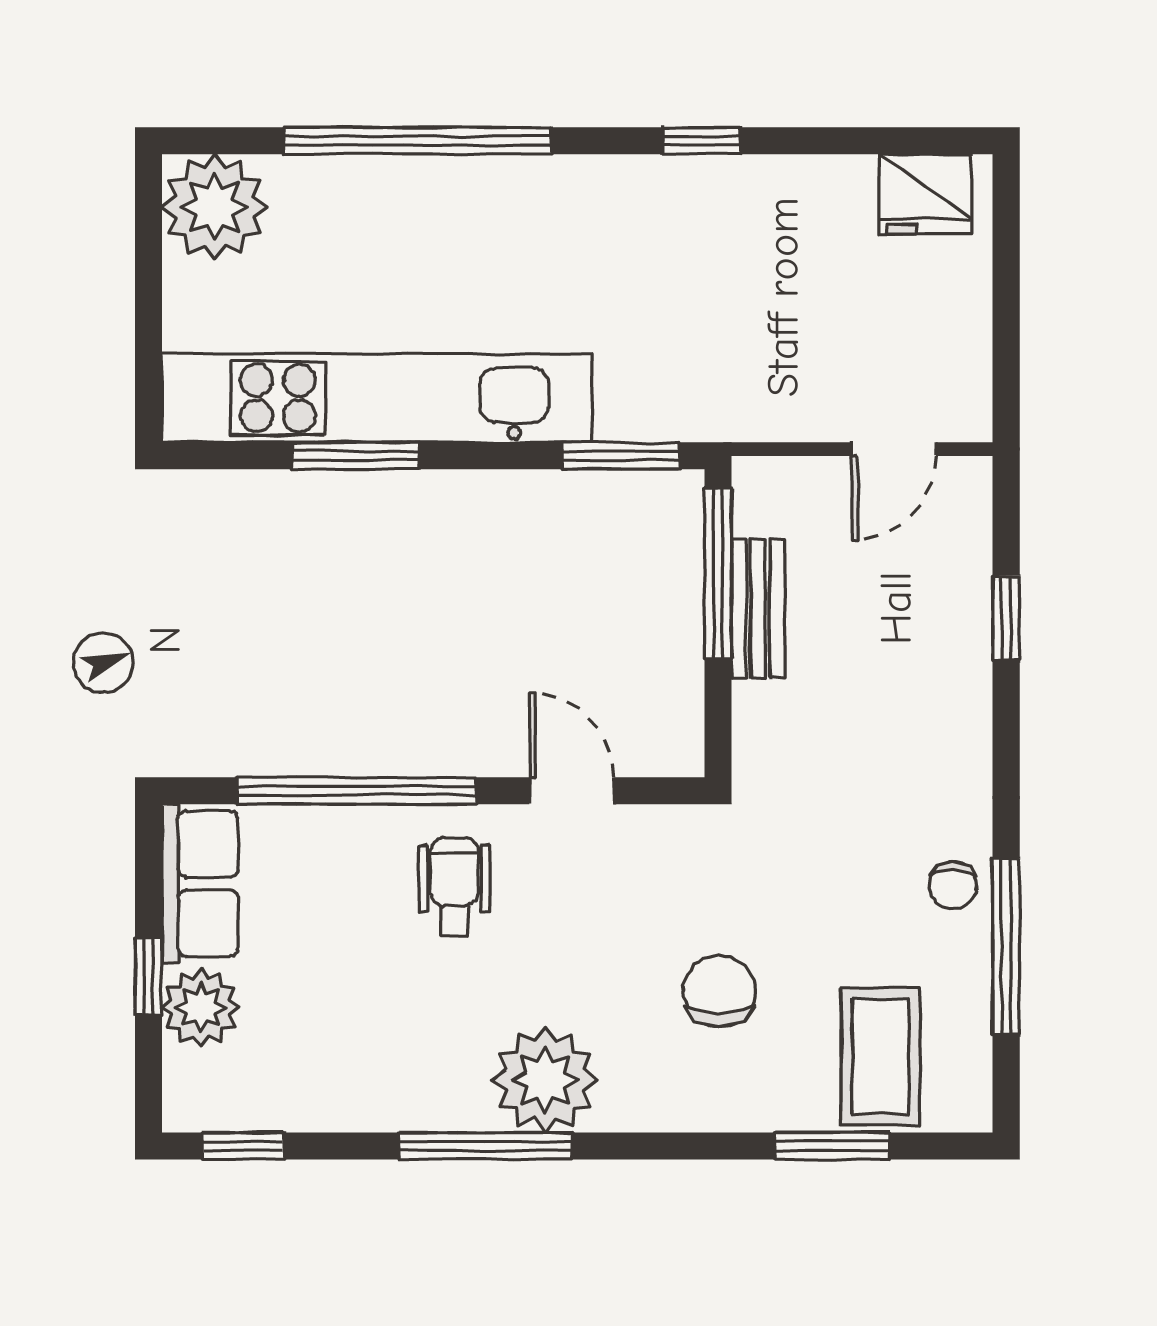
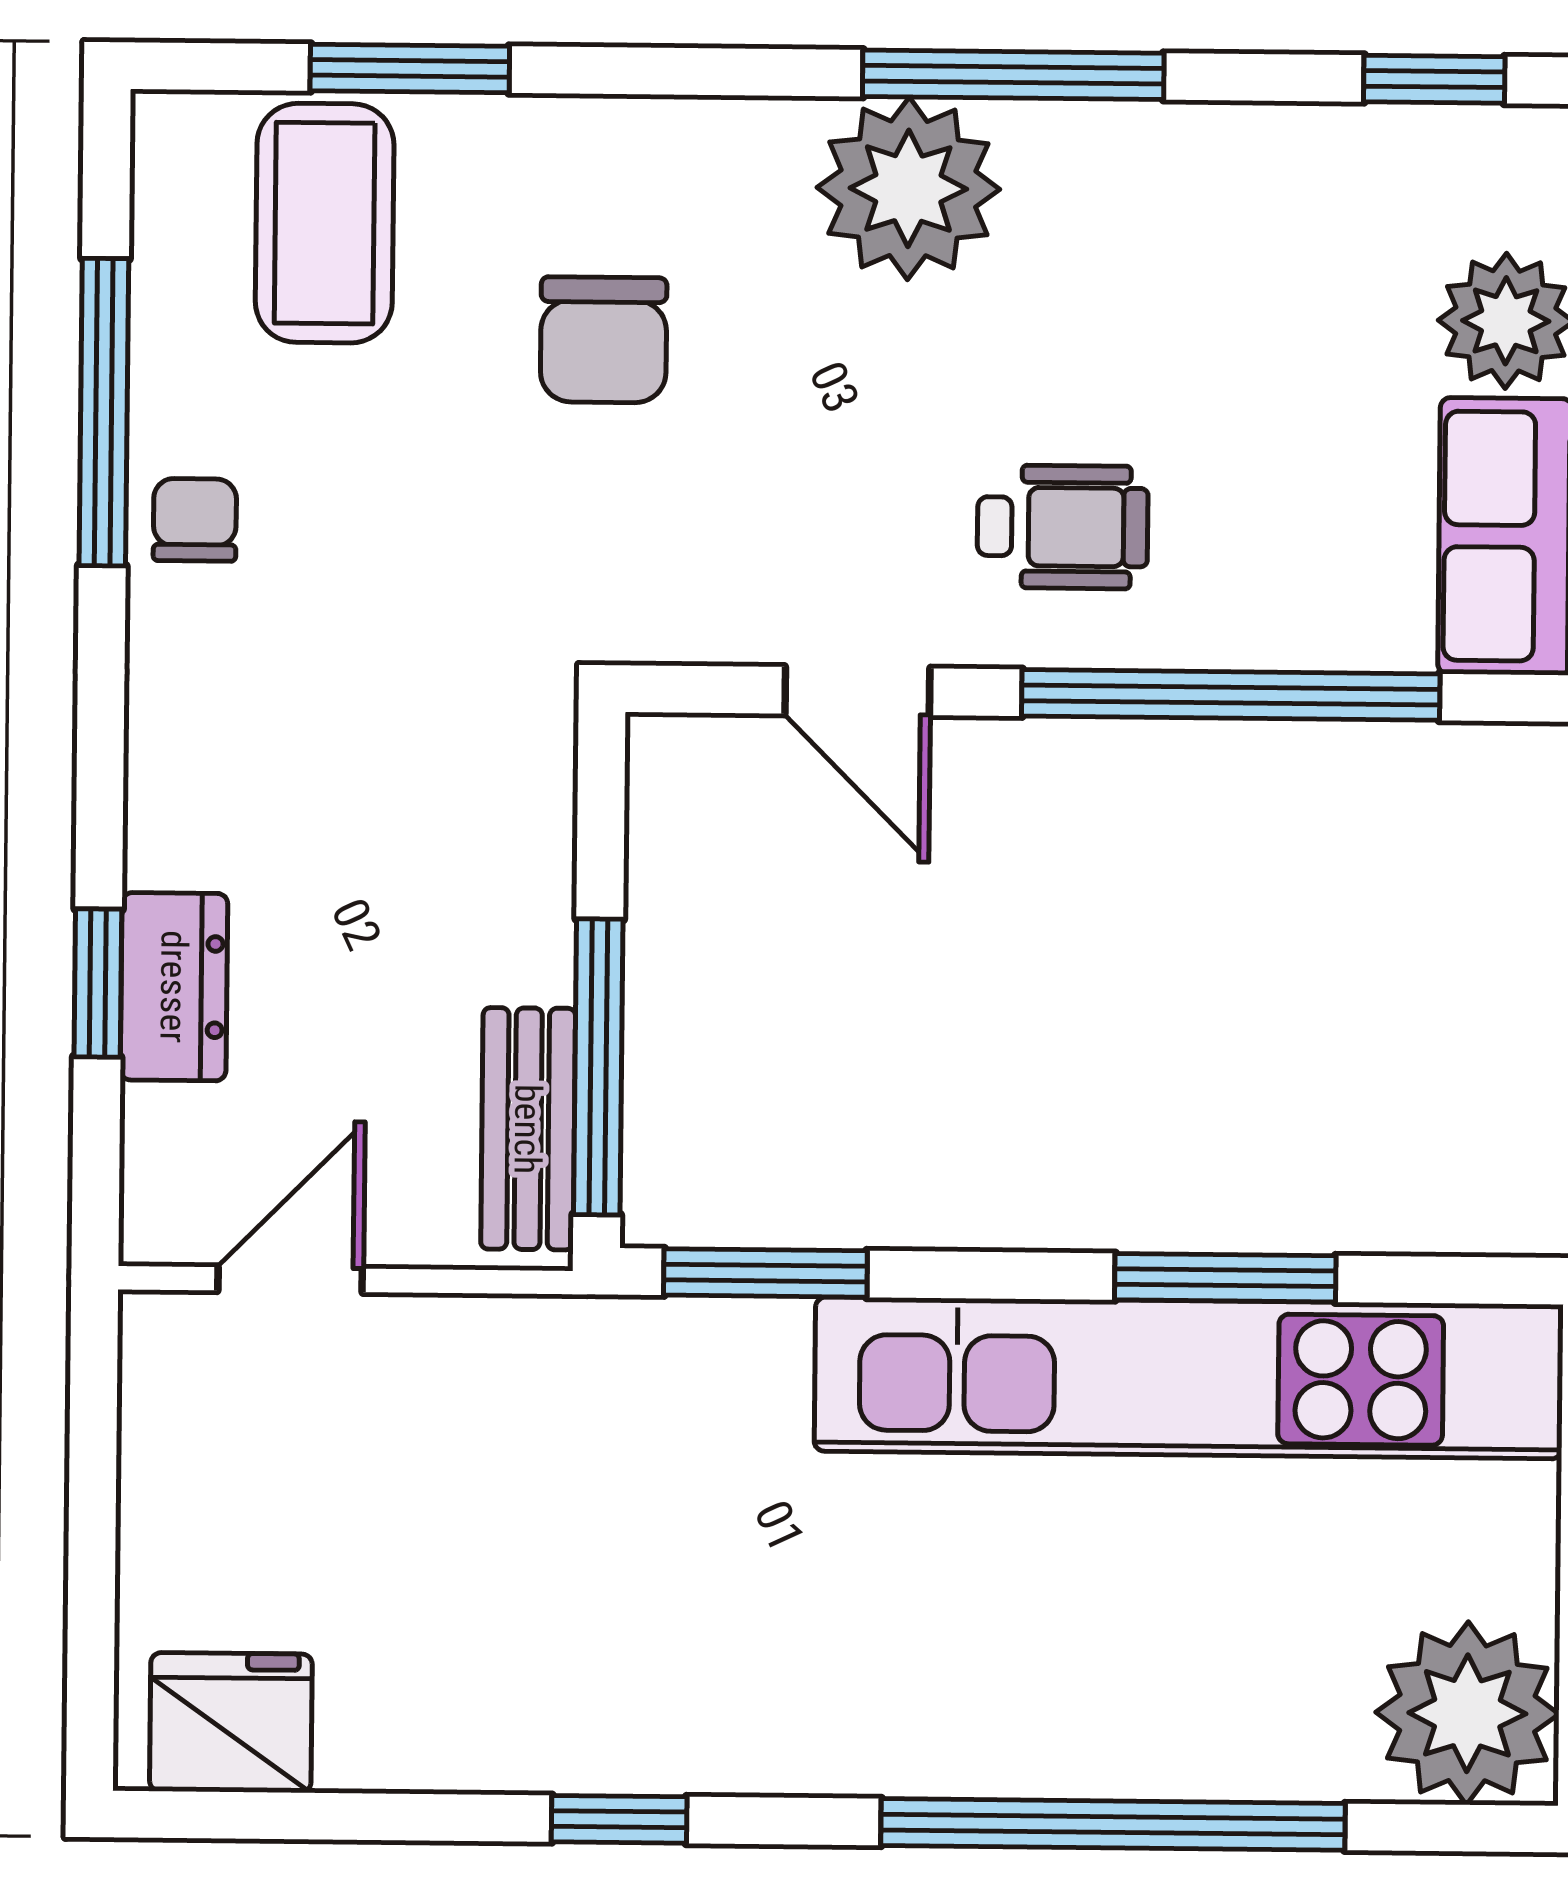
bench: (758, 609) -> (528, 1129), moved
dresser: (962, 617) -> (174, 987), added
wheelchair: (454, 886) -> (1063, 527), turned -90

